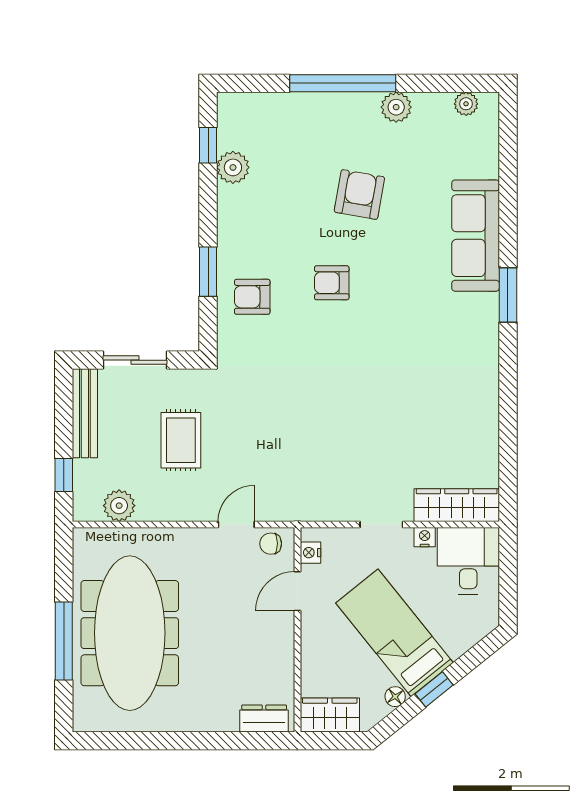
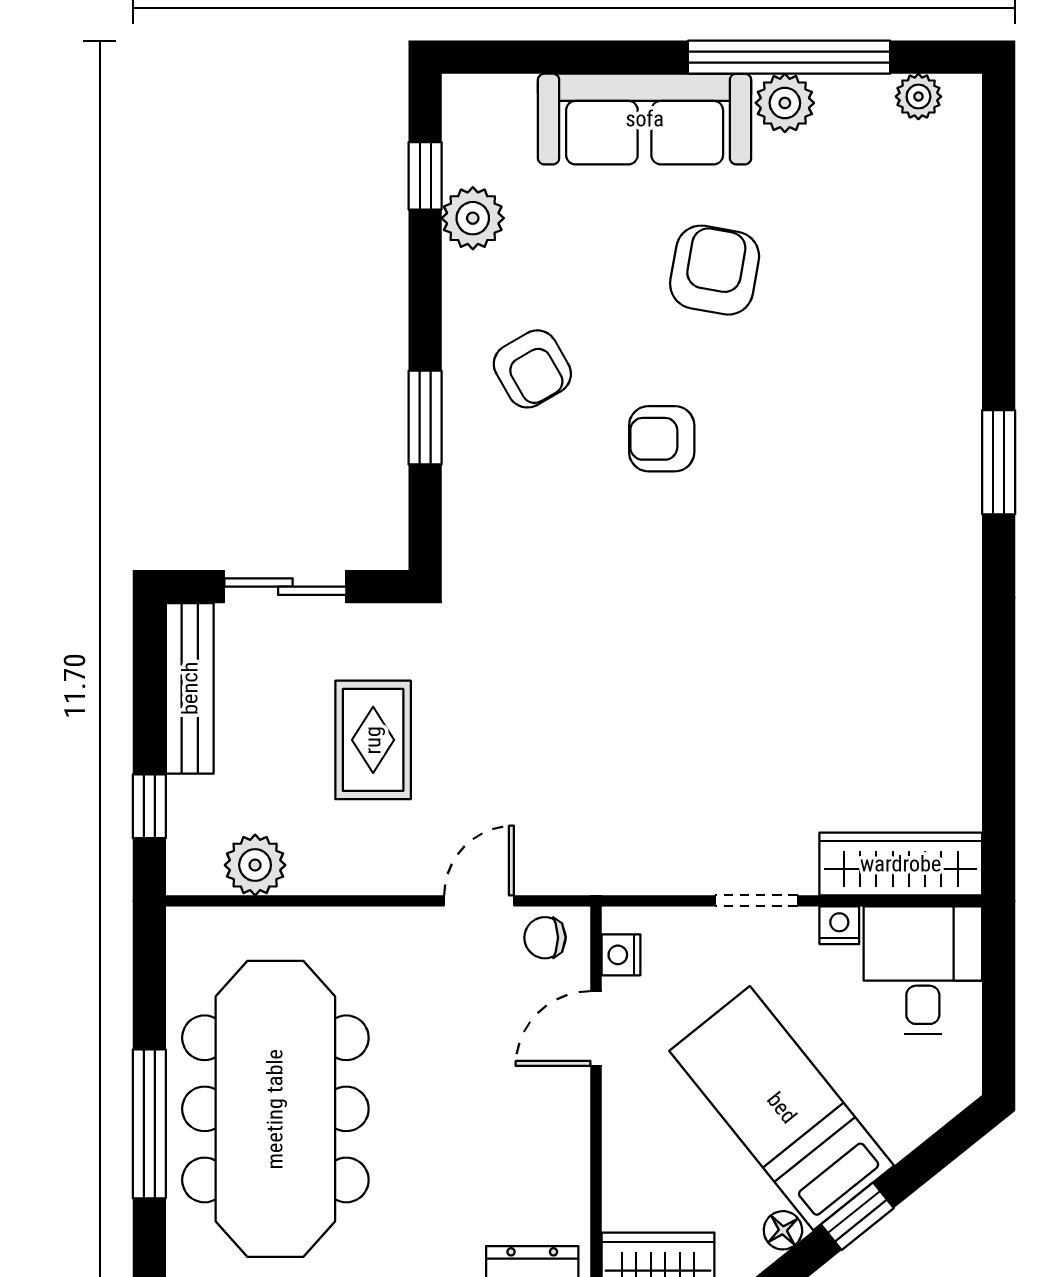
window: (343, 83) -> (789, 57), moved
sofa: (476, 236) -> (645, 119), moved, turned -90
armchair: (252, 297) -> (532, 369), moved, turned -120

